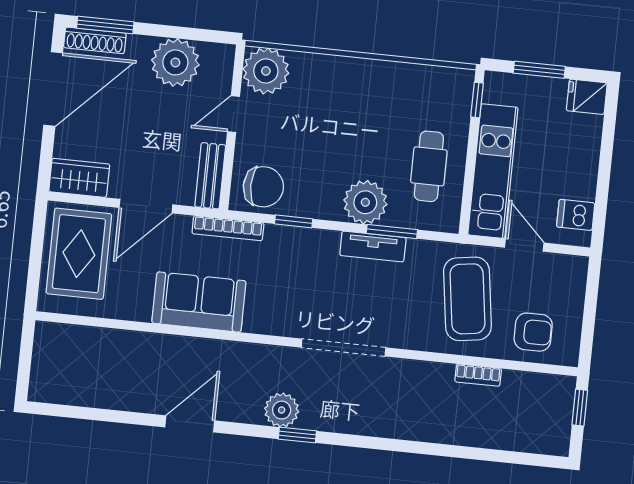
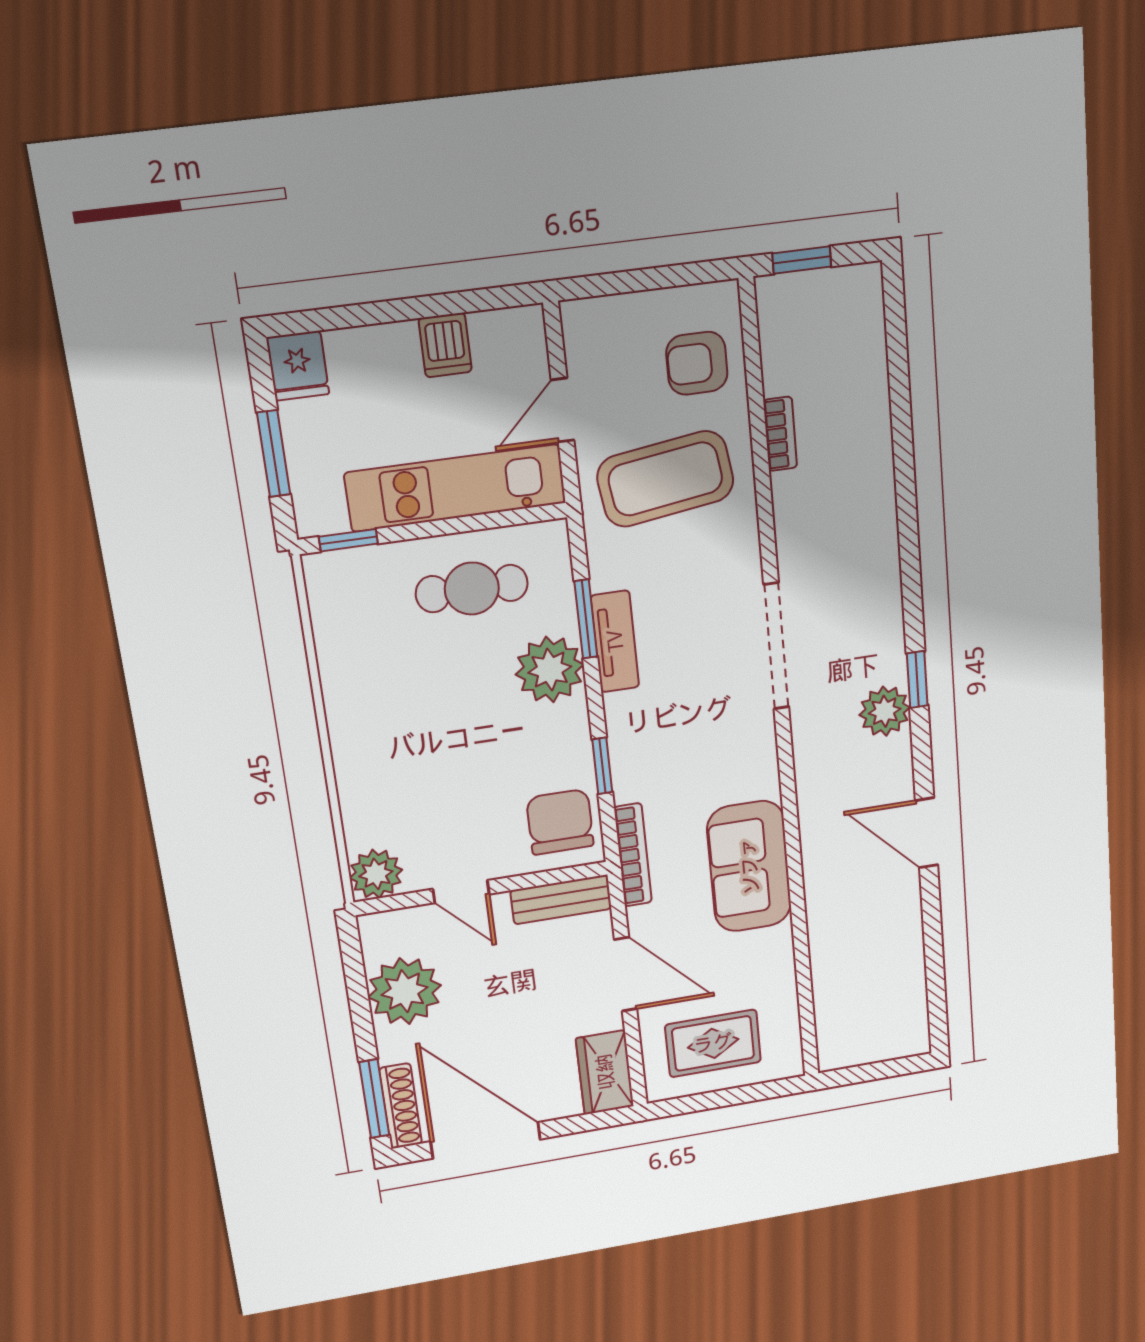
plant: (266, 71) -> (376, 874), width x0.73, depth x0.73
dishwasher: (576, 215) -> (445, 345), moved
rug: (79, 254) -> (713, 1043), width x0.73, depth x0.70
armchair: (533, 332) -> (697, 363), turned -90

